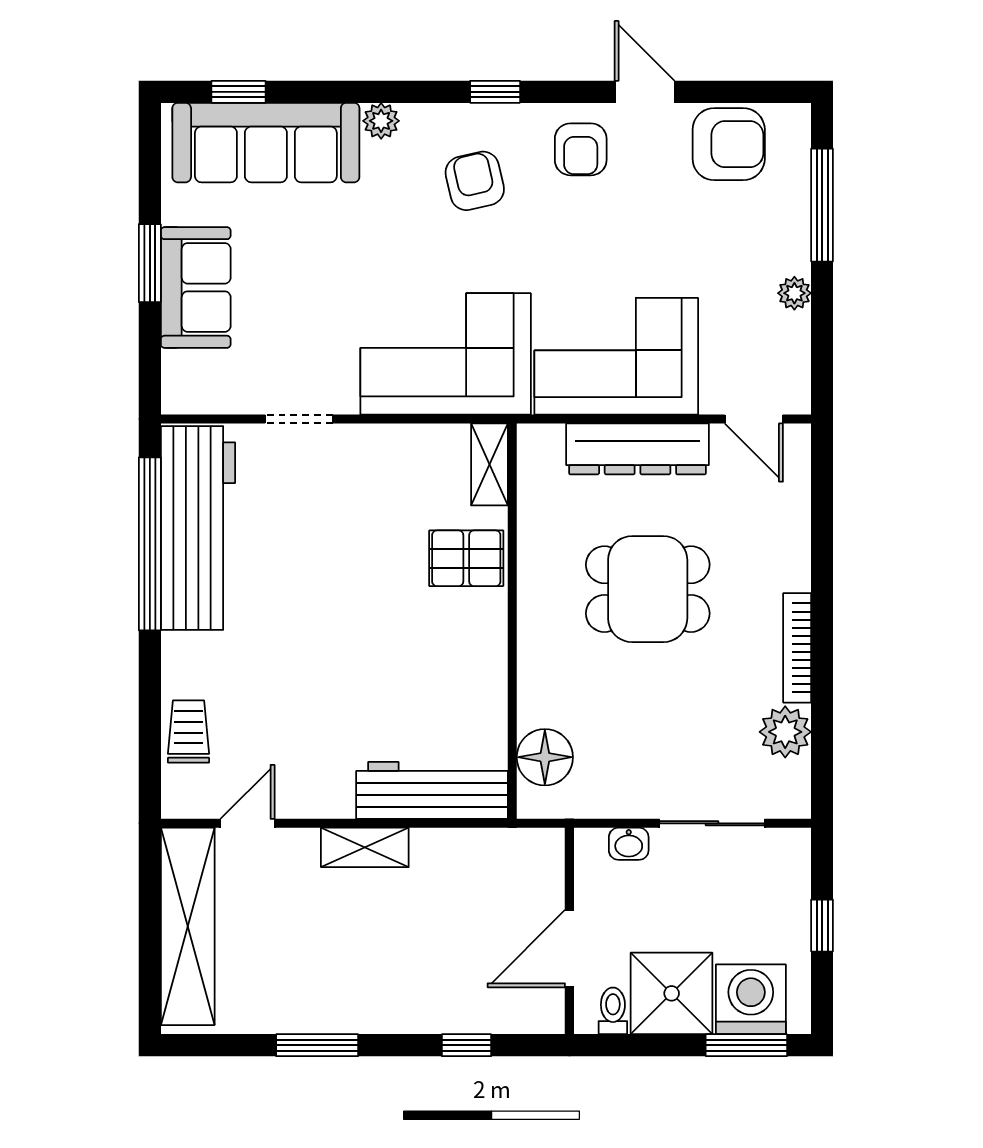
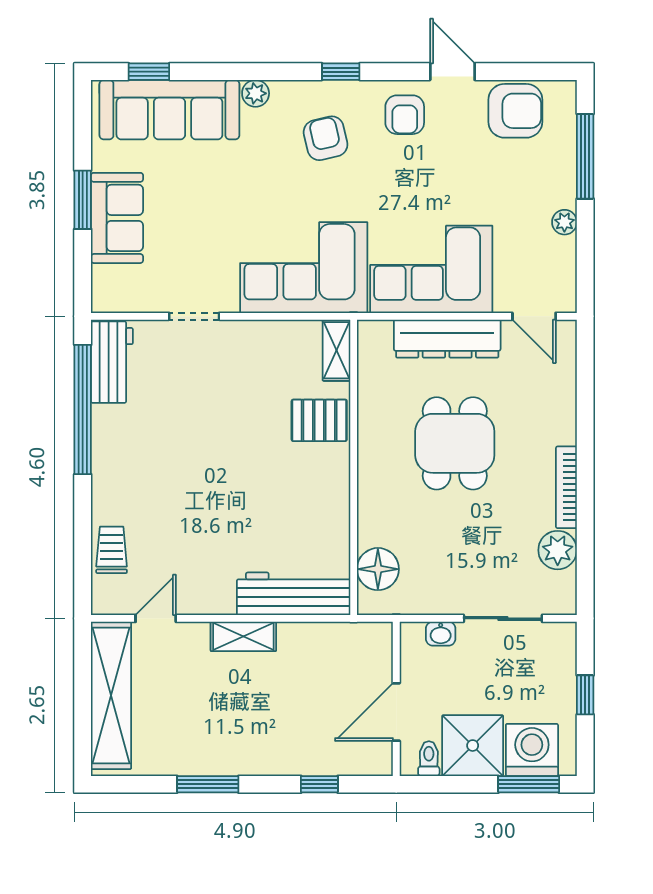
workbench: (198, 528) -> (112, 362), width x0.53, depth x0.76
dining table: (648, 589) -> (455, 443), turned 90

